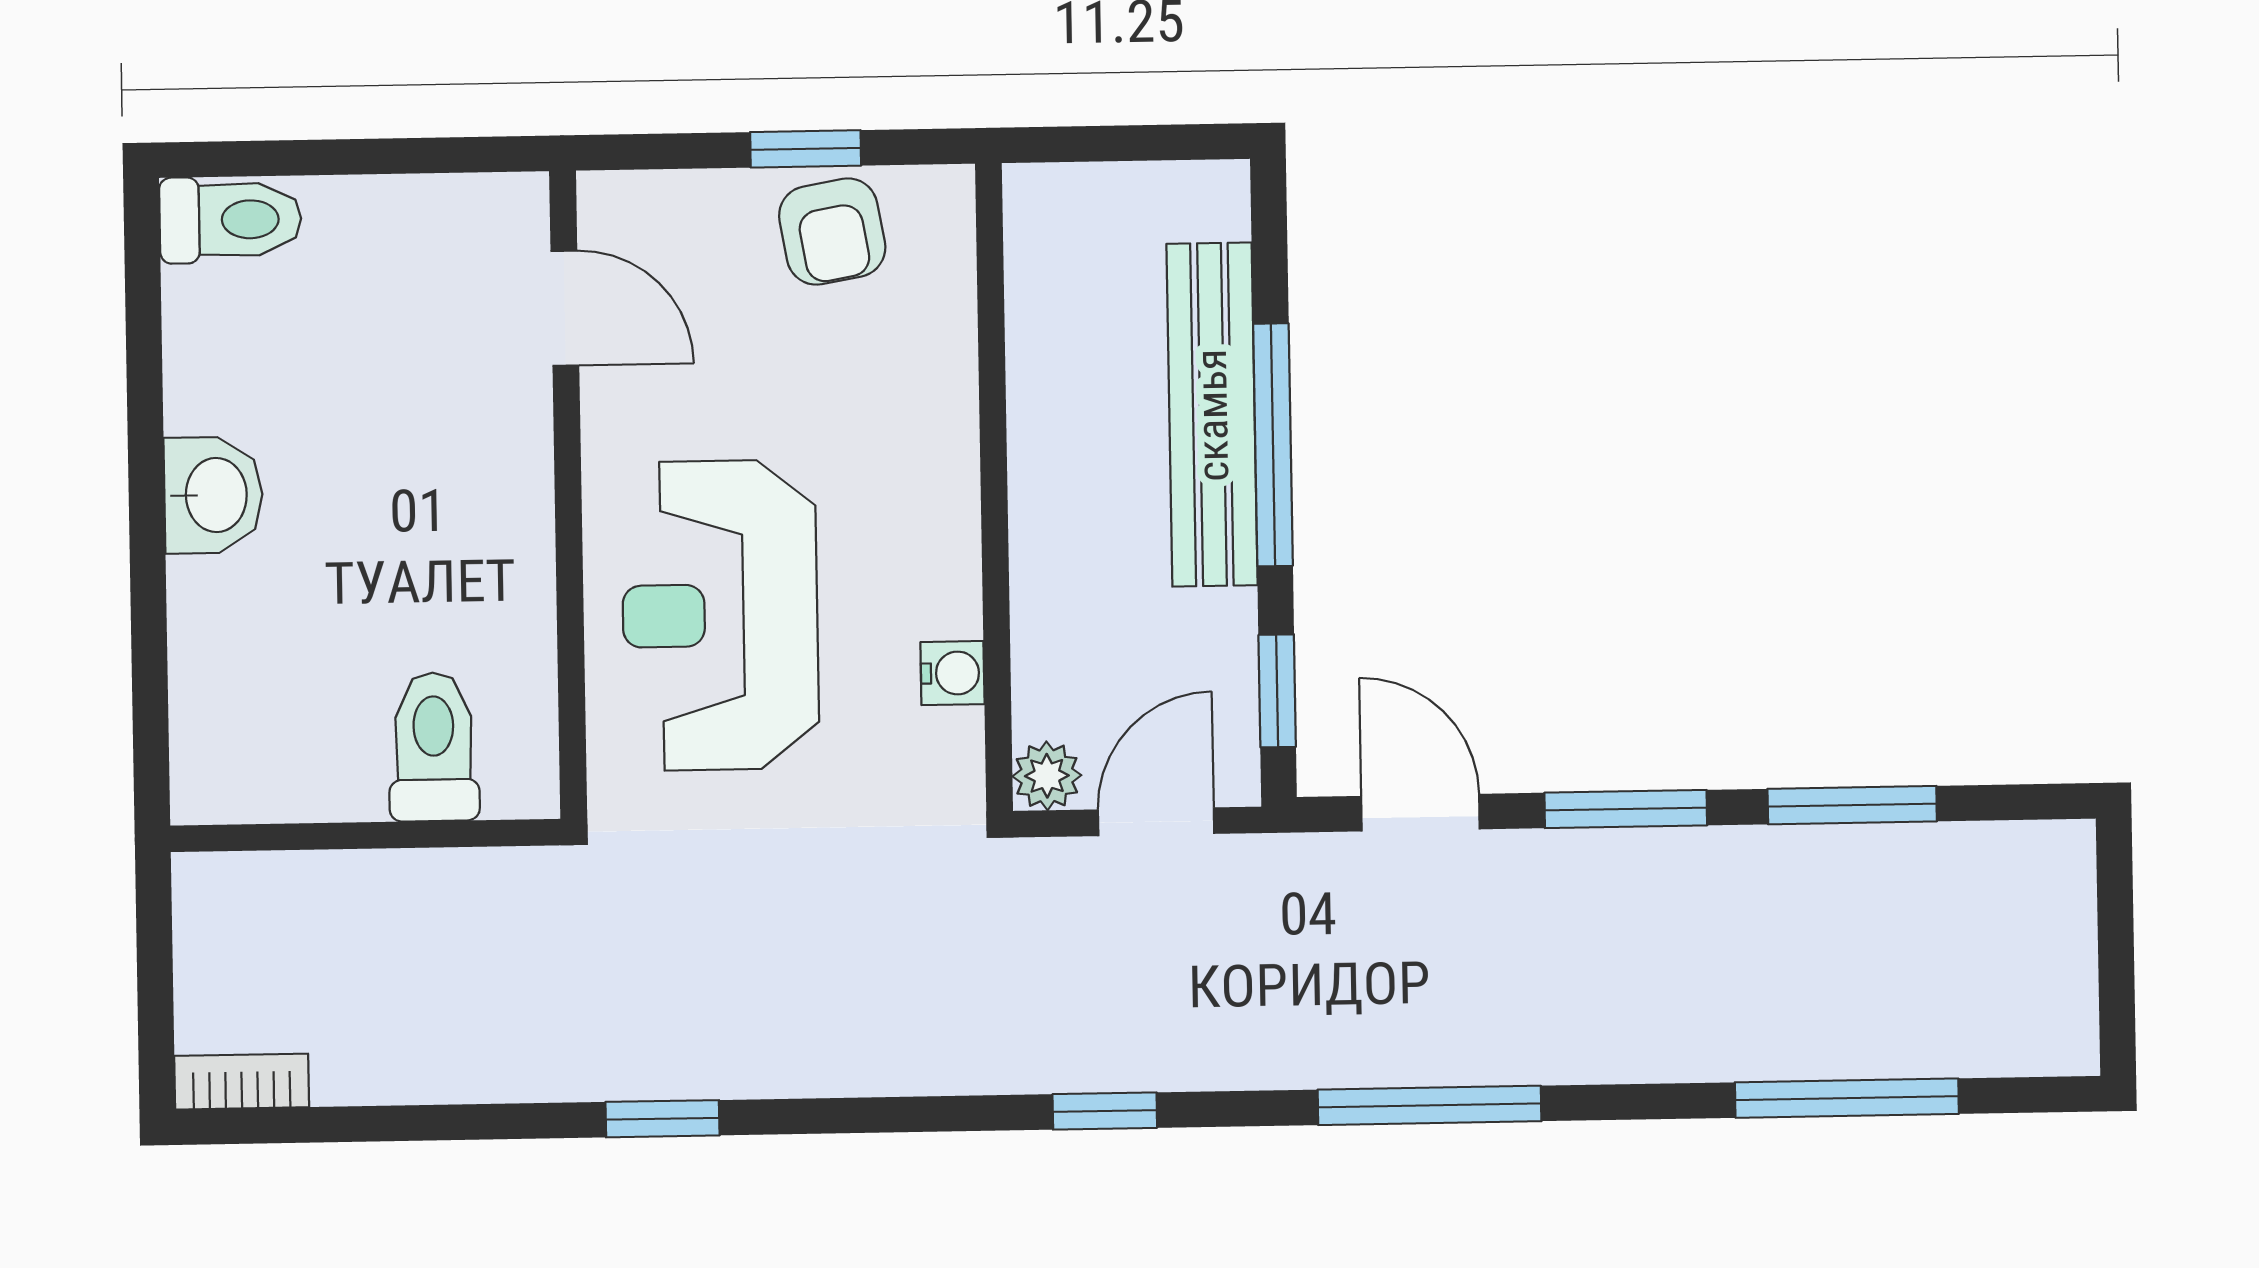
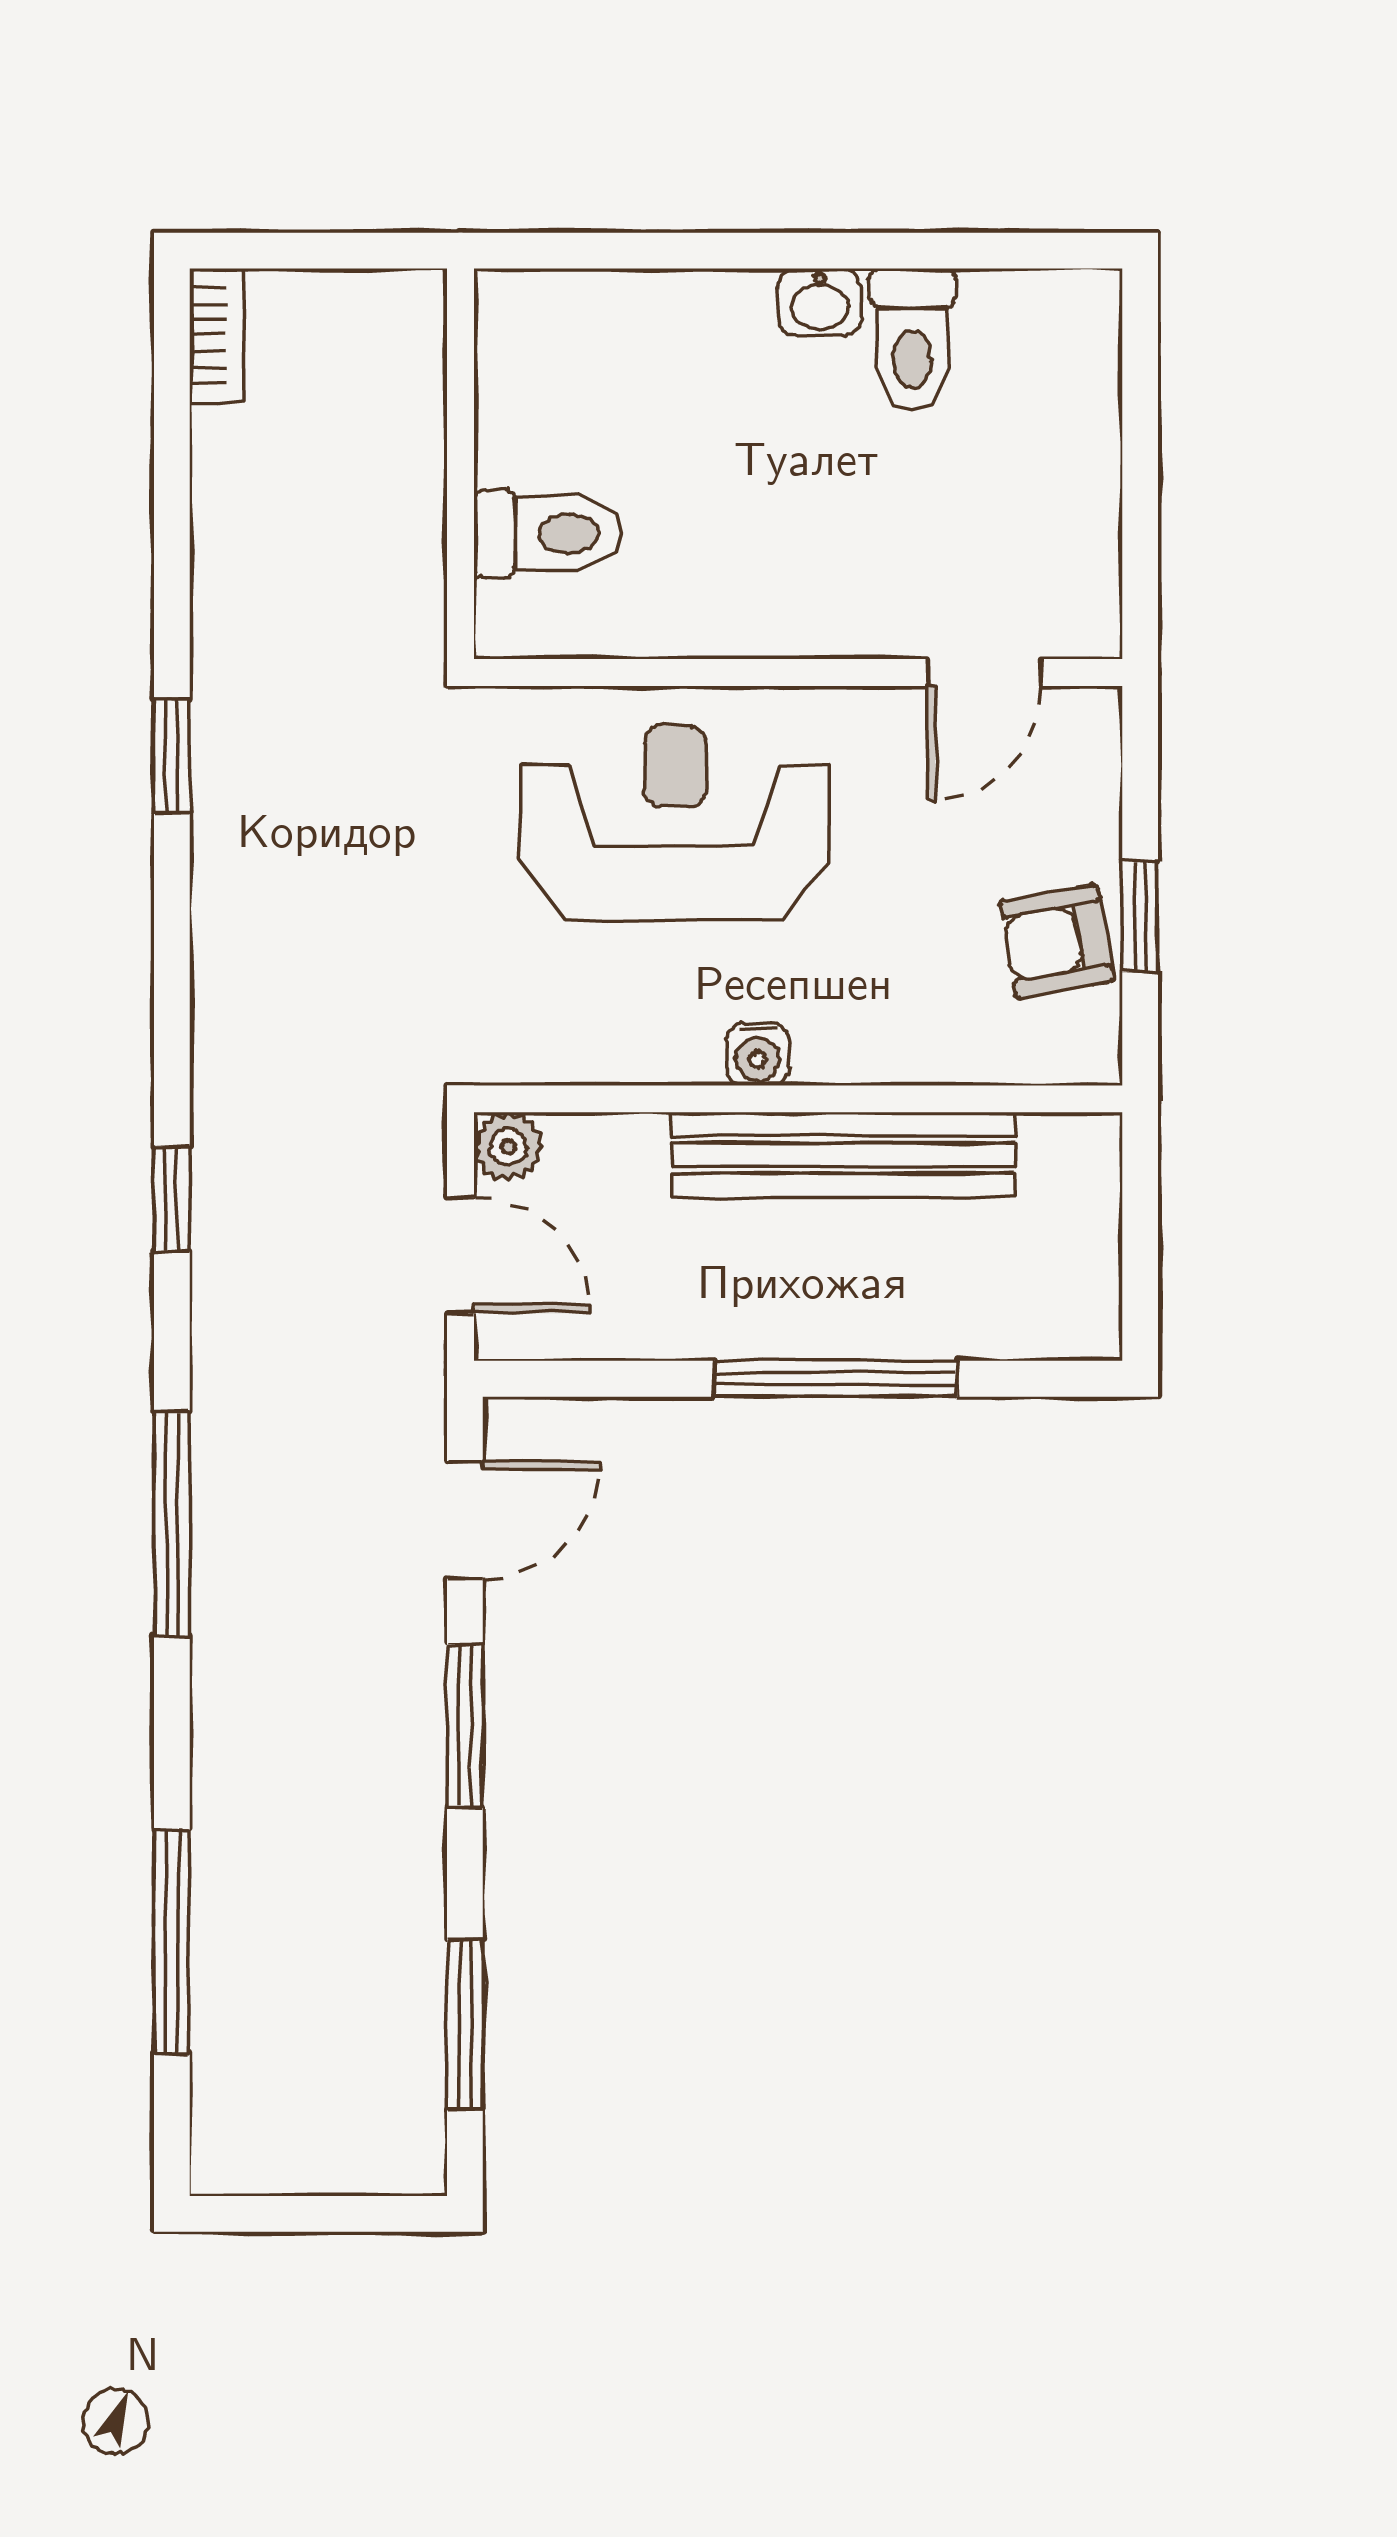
toilet: (230, 220) -> (912, 339), moved
bench: (1212, 415) -> (843, 1155), moved
washbasin: (213, 495) -> (820, 302), width x0.72, depth x0.69
water cooler: (952, 673) -> (757, 1054), moved
window: (1277, 691) -> (589, 1379), removed
window: (1852, 805) -> (465, 2024), moved

